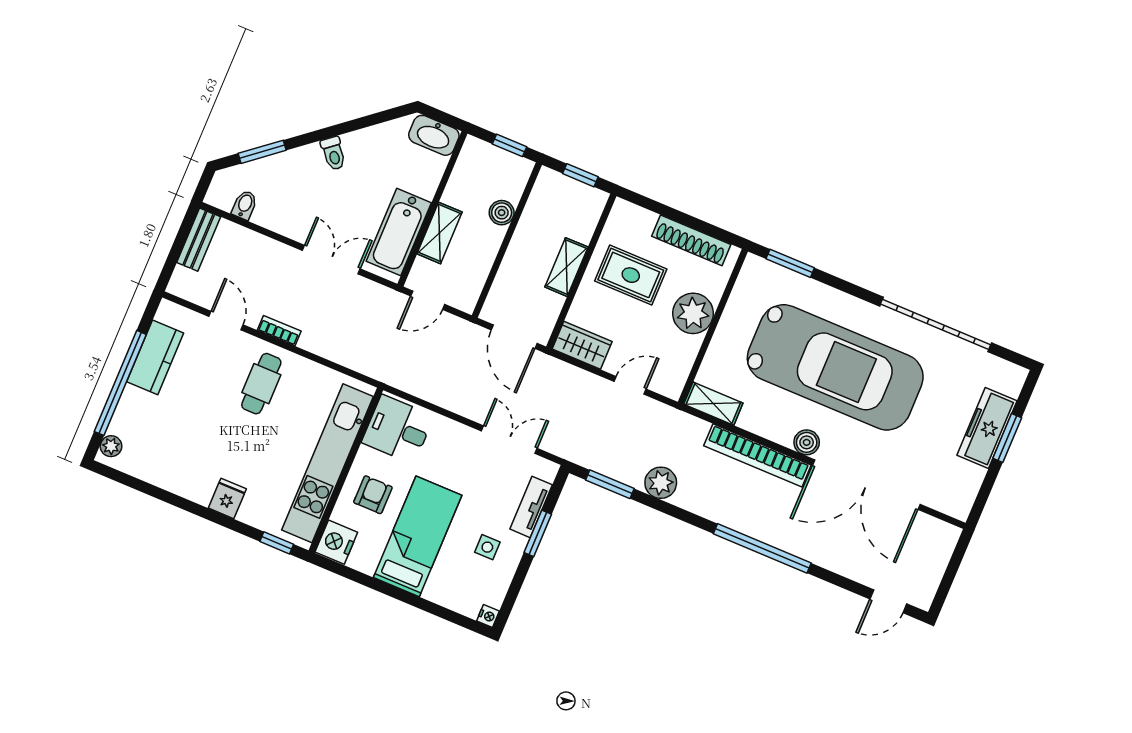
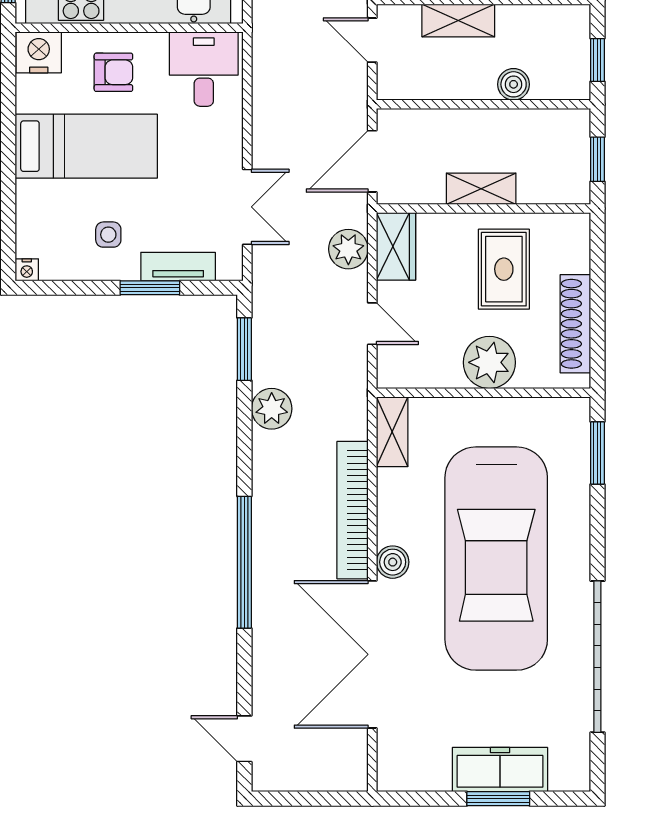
plant: (570, 380) -> (348, 249), added

